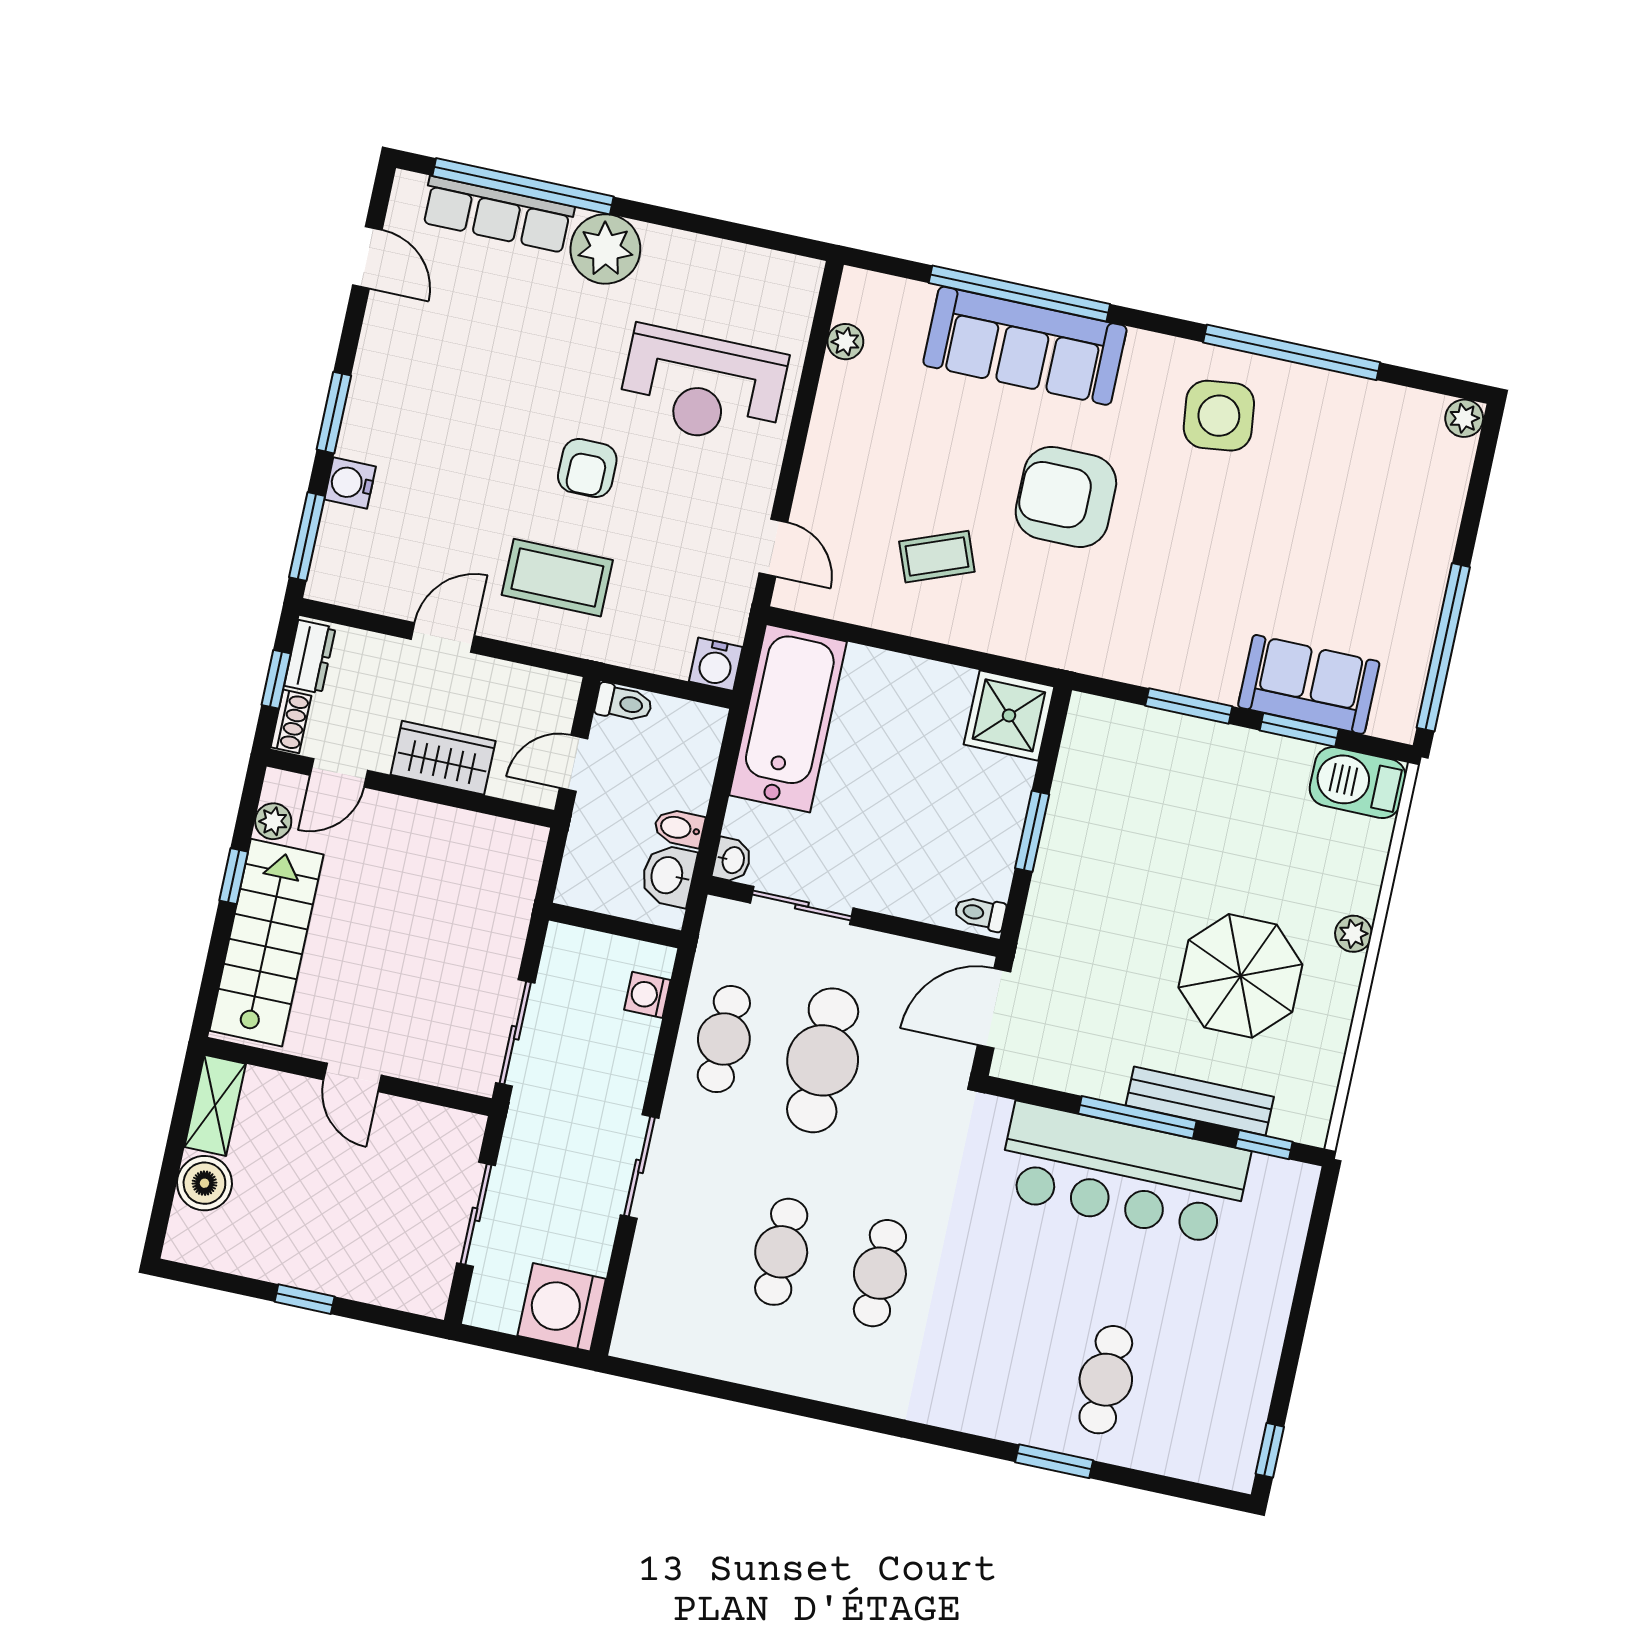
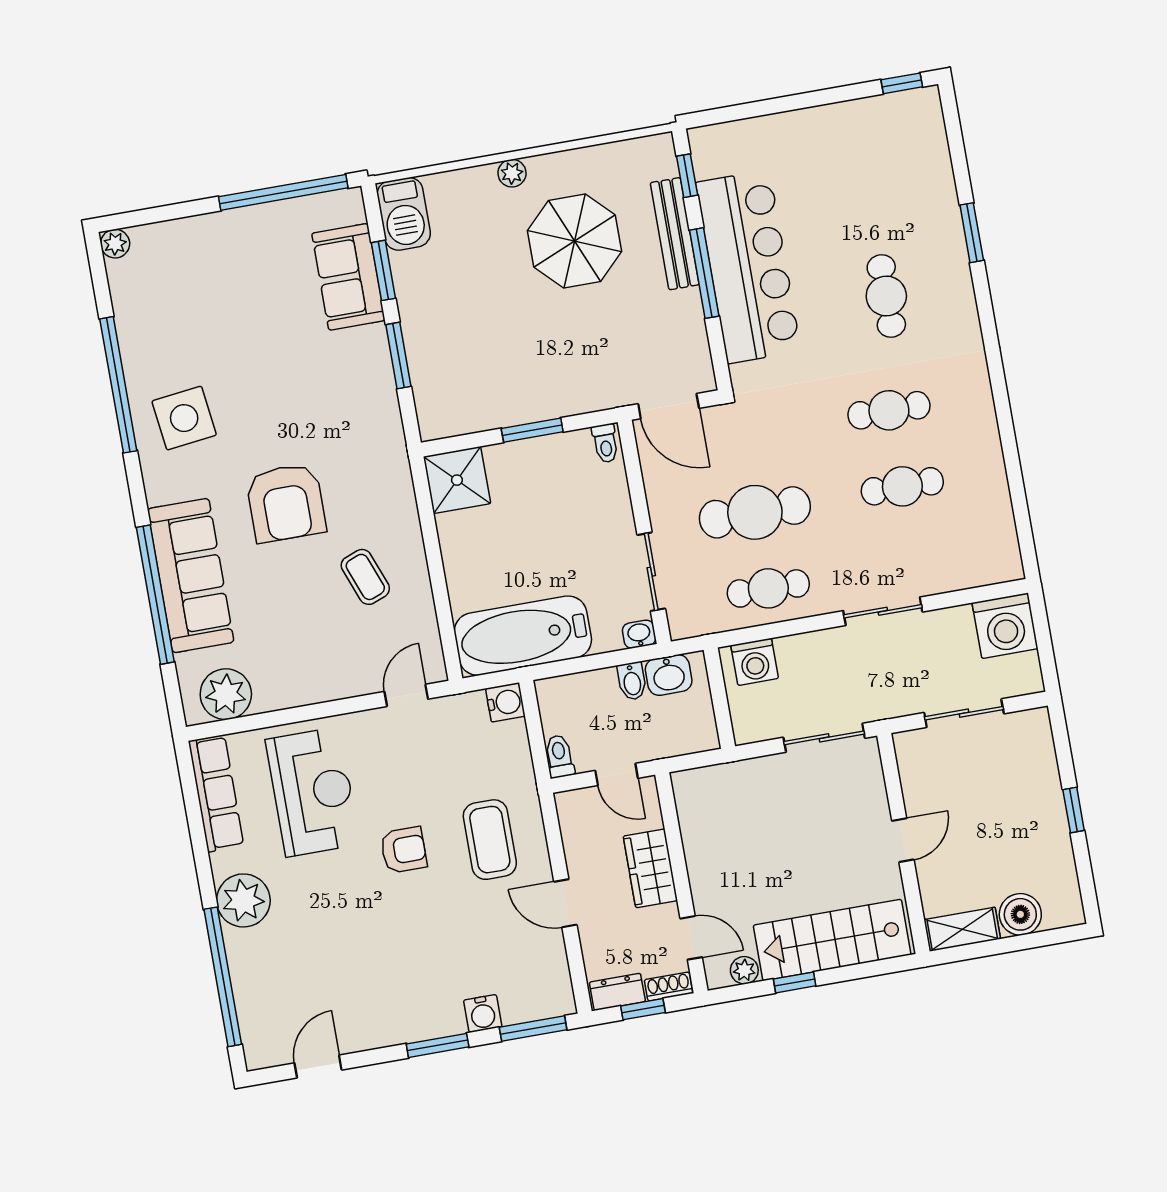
row of seats: (498, 215) -> (216, 793), moved
plant: (845, 342) -> (226, 694), width x1.88, depth x1.88
washing machine: (647, 995) -> (755, 662), width x1.38, depth x1.38
cafe table: (1106, 1380) -> (886, 296), moved, turned 90

